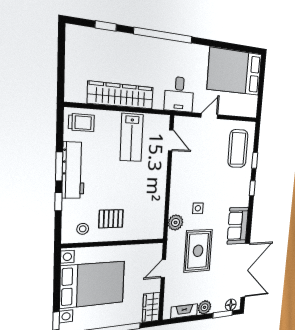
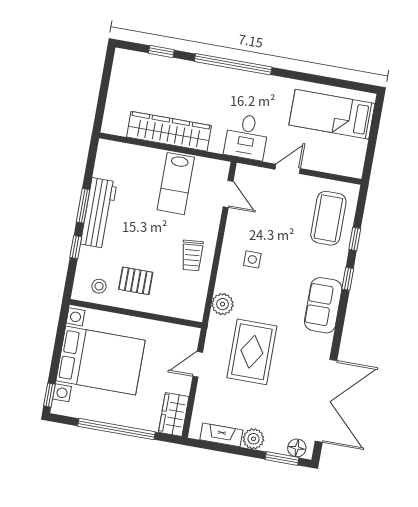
bed: (235, 72) -> (332, 114), width x0.67
trolley: (81, 123) -> (192, 256), moved, turned 85
side table: (198, 208) -> (252, 259), moved
sofa: (238, 226) -> (323, 305), moved

